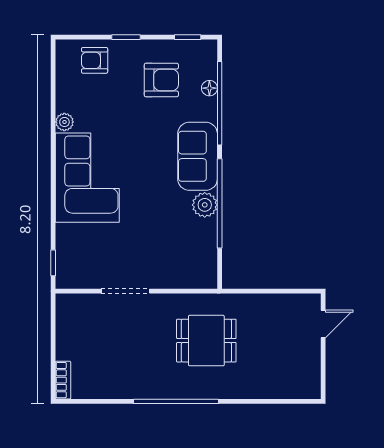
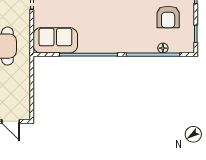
sofa: (198, 156) -> (55, 40), moved
plant: (205, 205) -> (88, 45), removed

